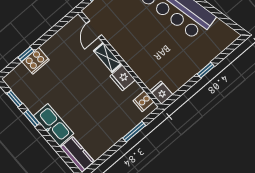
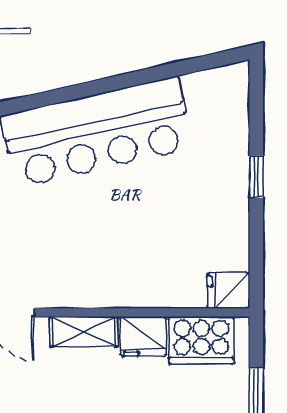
cooker: (144, 101) -> (201, 340), width x1.87, depth x1.31

